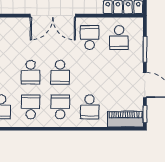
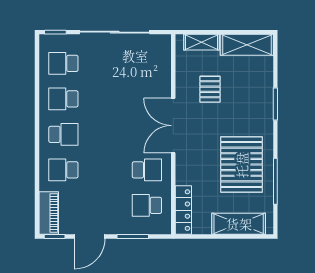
school desk: (31, 72) -> (105, 99), removed
school desk: (60, 72) -> (105, 134), removed
school desk: (31, 107) -> (63, 99), turned 180

